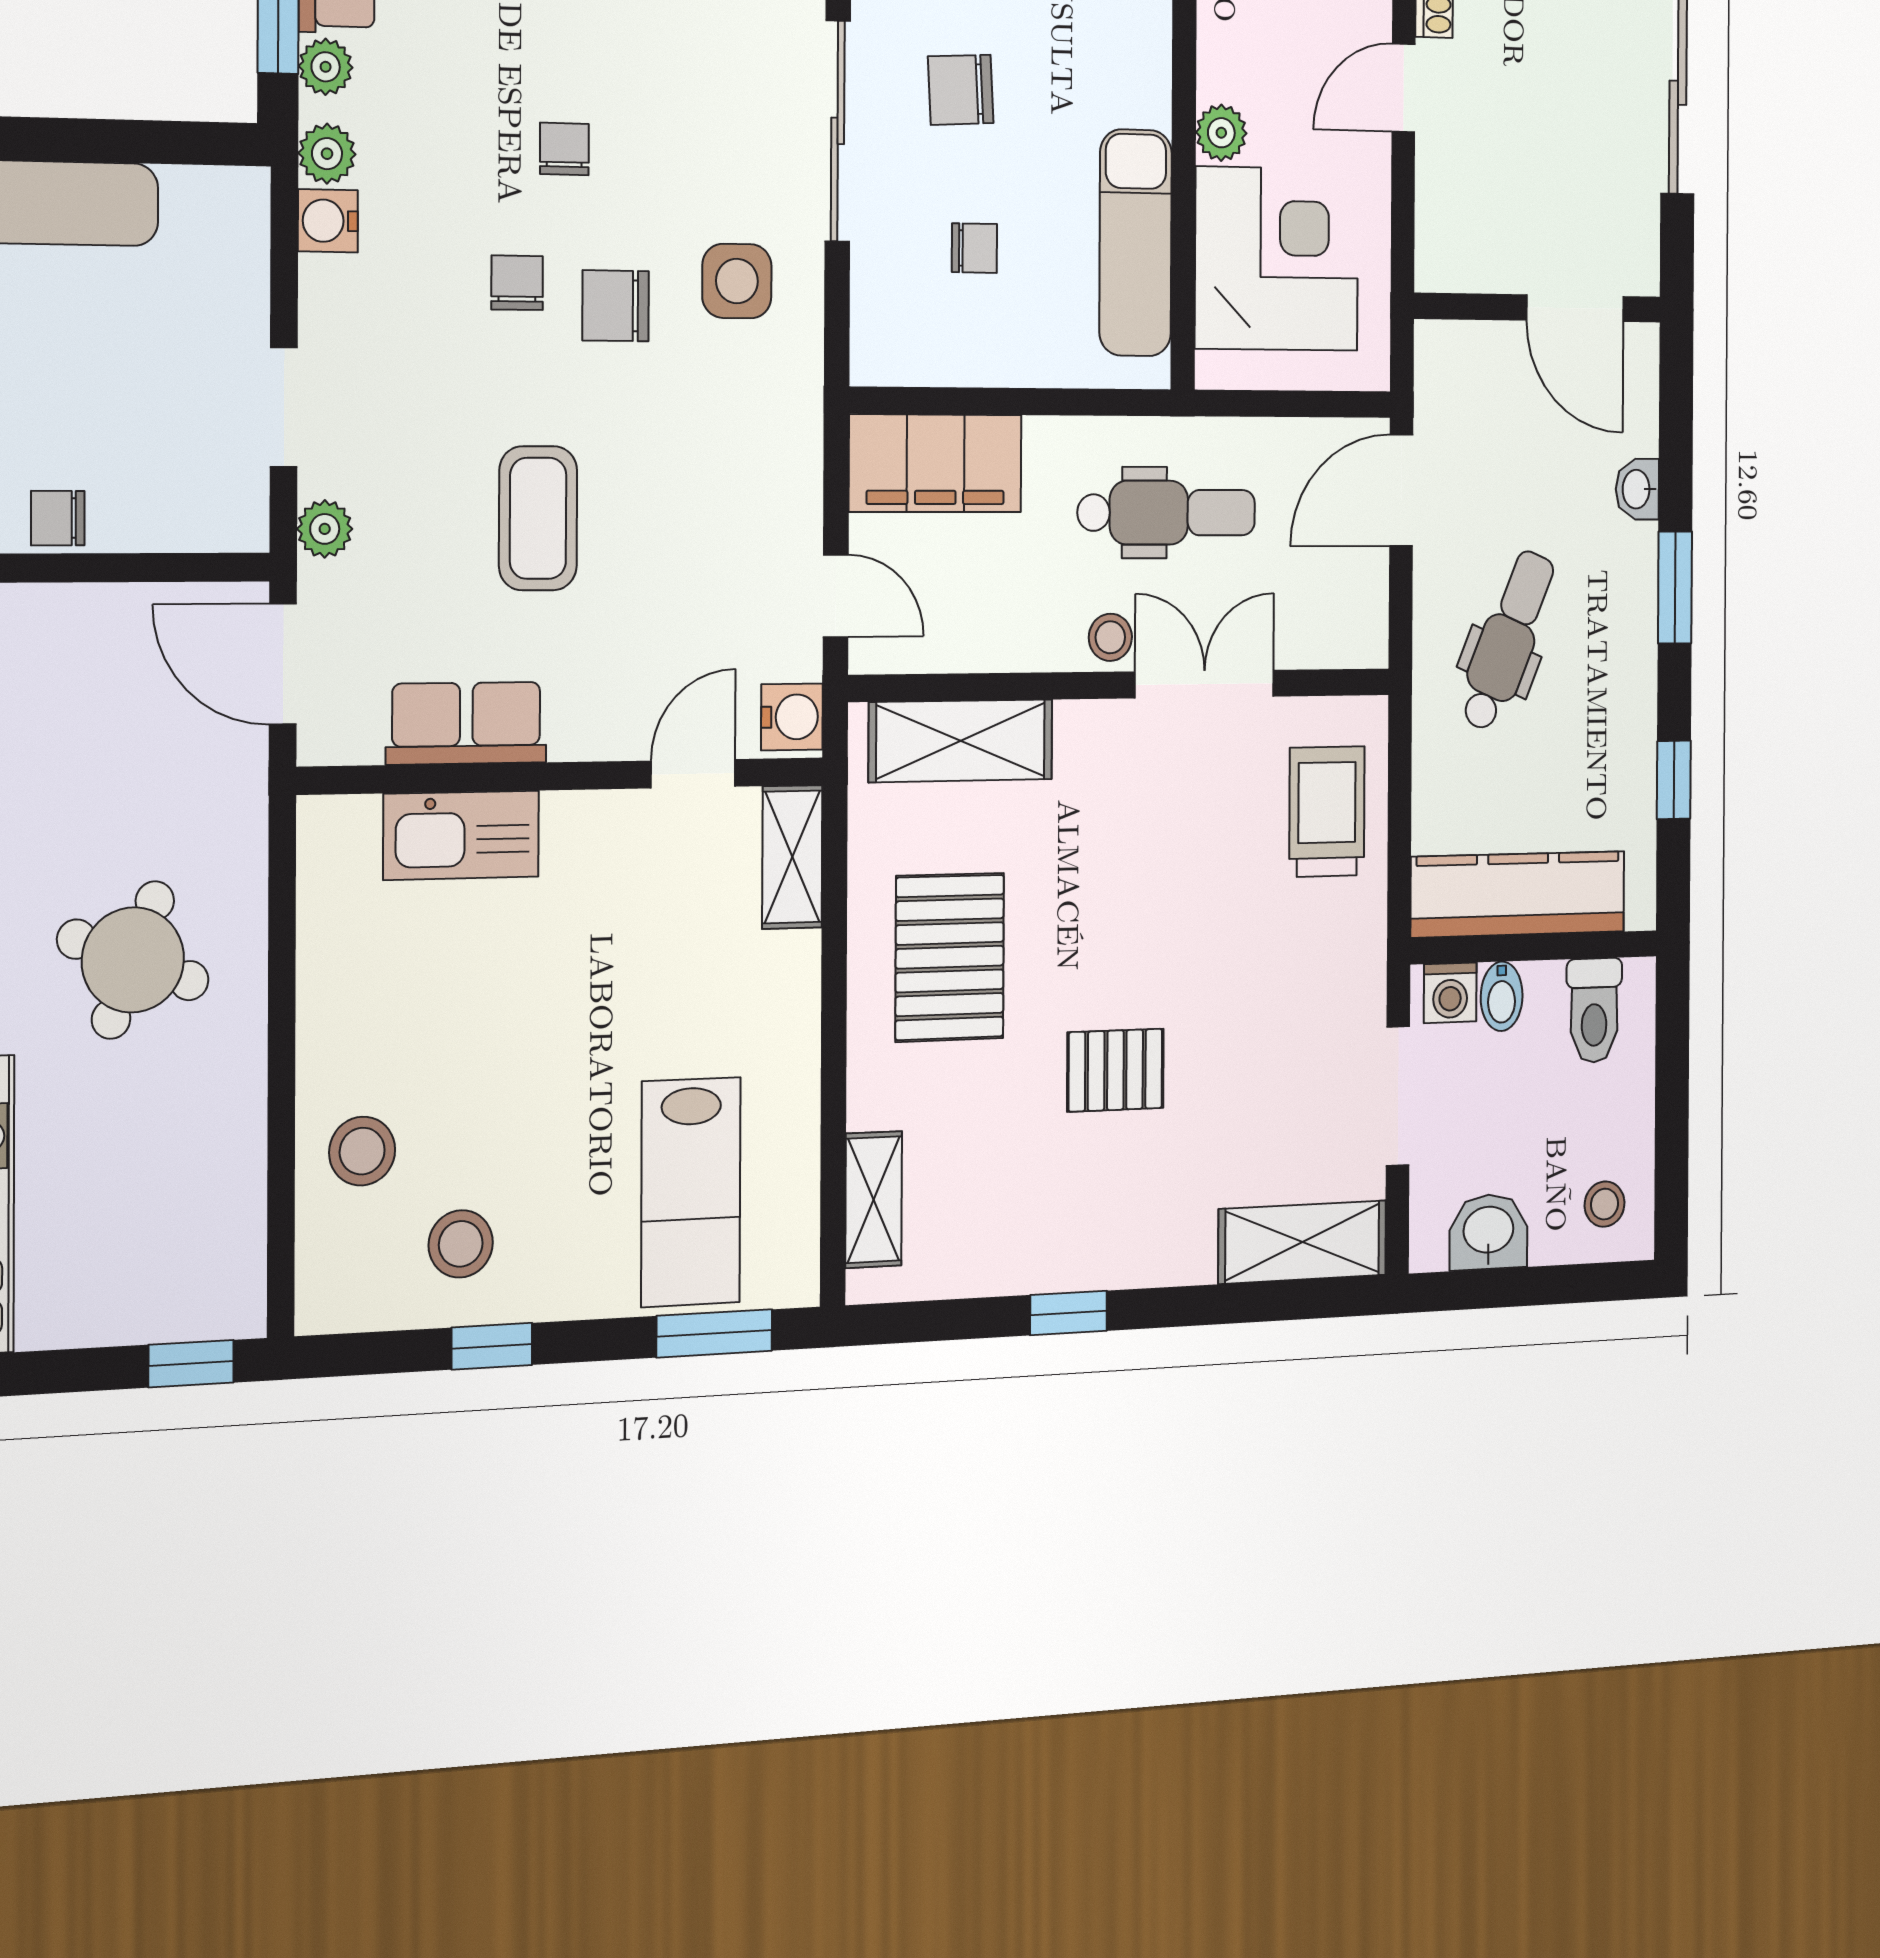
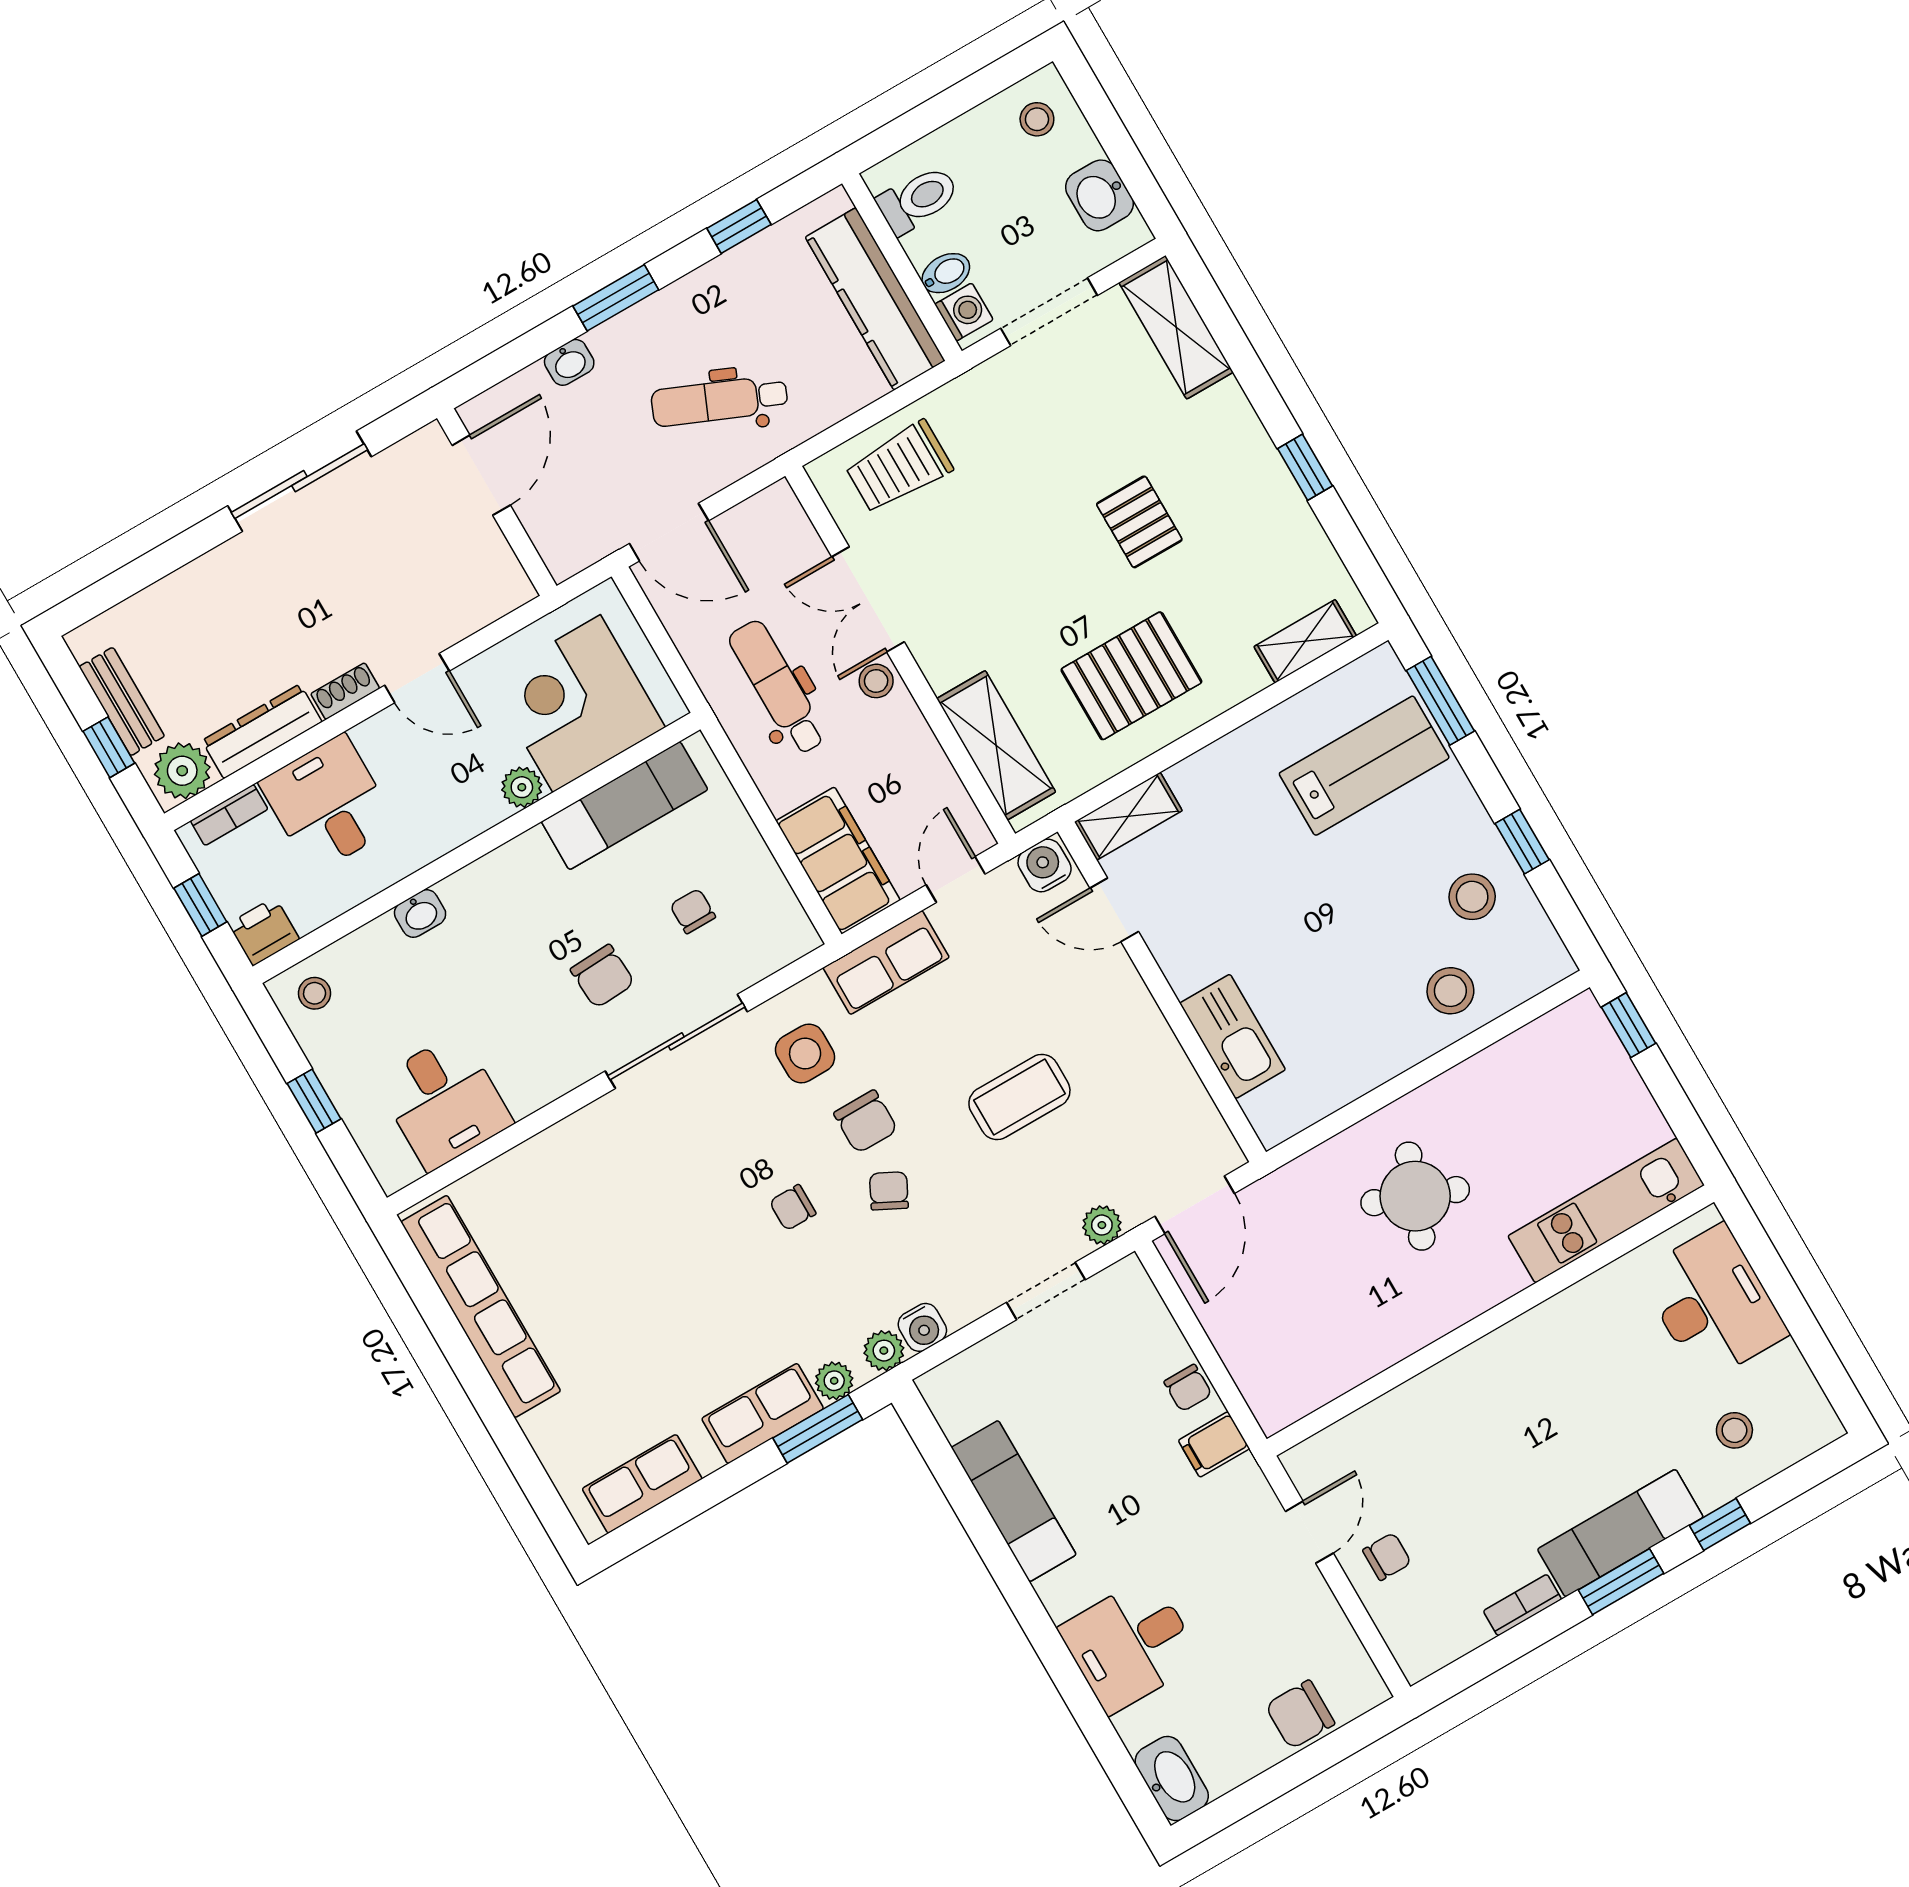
chair: (517, 283) -> (889, 1191), turned 117
row of seats: (466, 723) -> (886, 963), moved, turned -90

